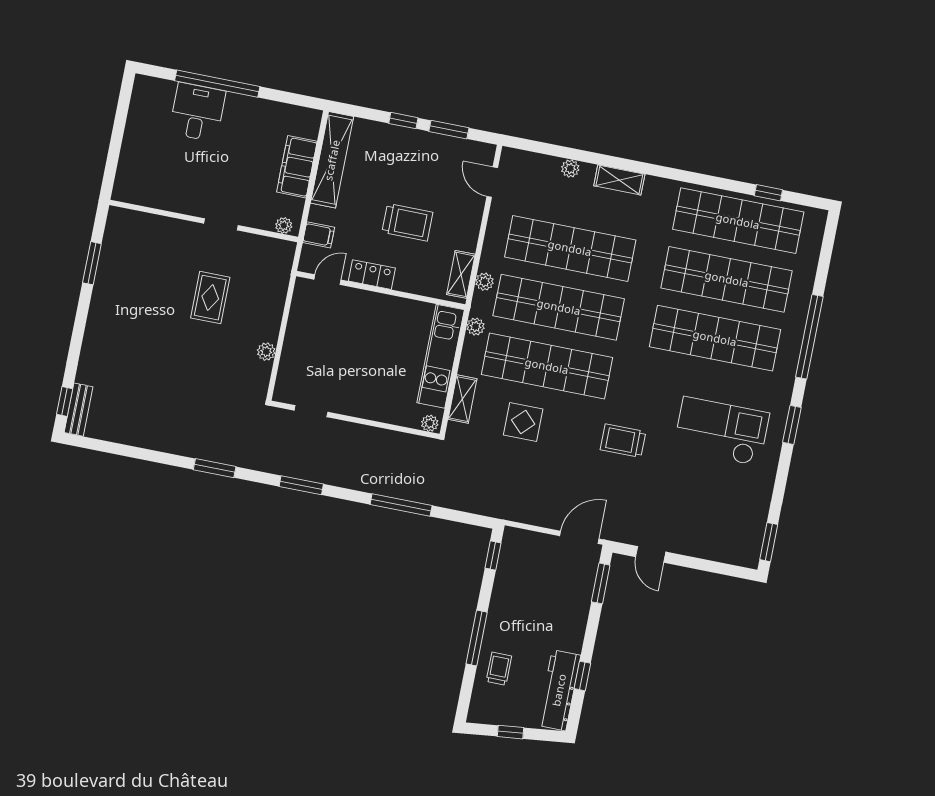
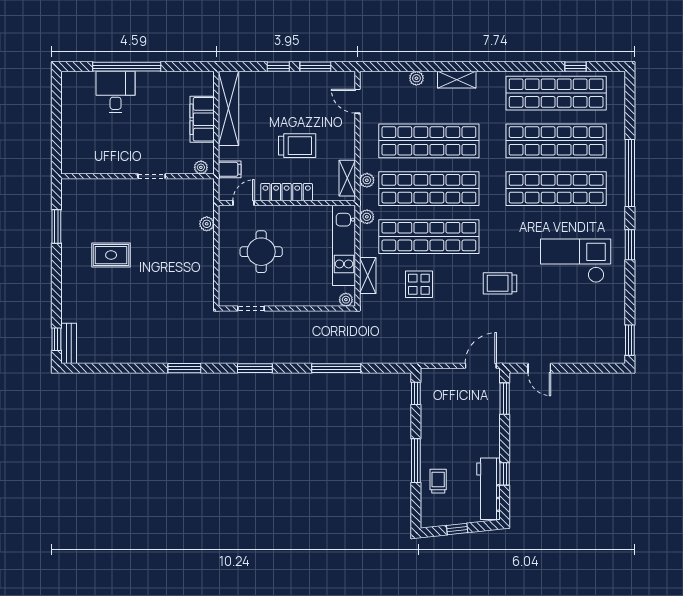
locker: (372, 275) -> (287, 192), width x1.53
rug: (210, 298) -> (111, 255), moved, turned 90
round table: (337, 344) -> (261, 252), added
plant: (266, 352) -> (207, 224), moved

